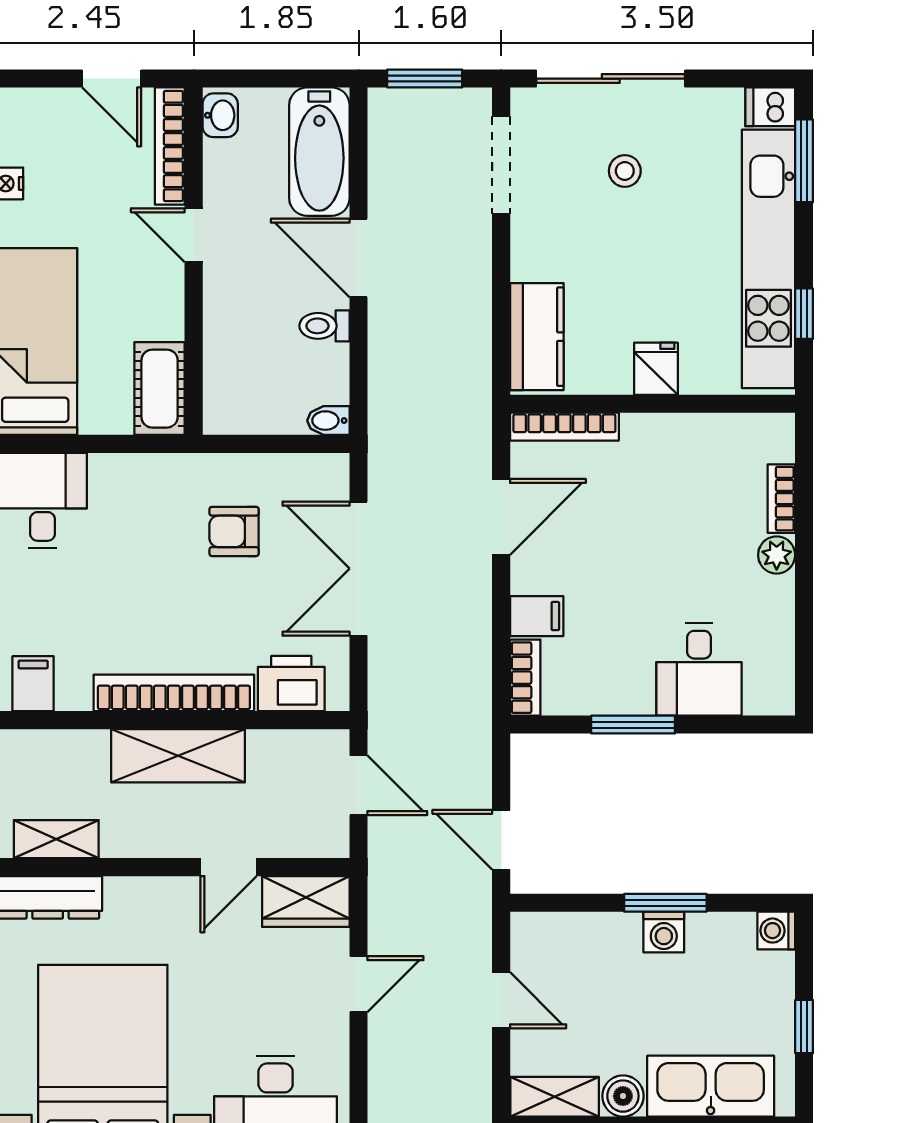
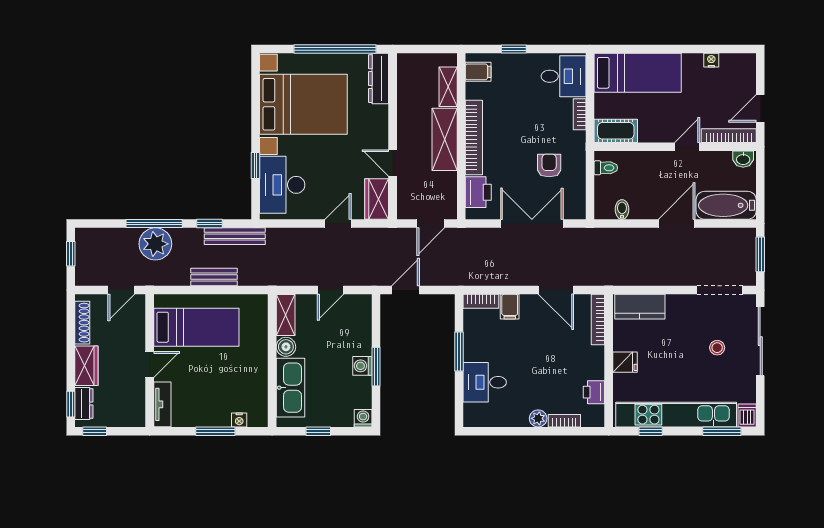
toilet: (324, 326) -> (606, 168), moved, turned 90
bidet: (328, 421) -> (622, 209), moved
printer: (720, 435) -> (594, 392), added
bookcase: (124, 466) -> (580, 114), added
shelving: (56, 839) -> (448, 87), moved
door: (359, 984) -> (338, 224), swing flipped

